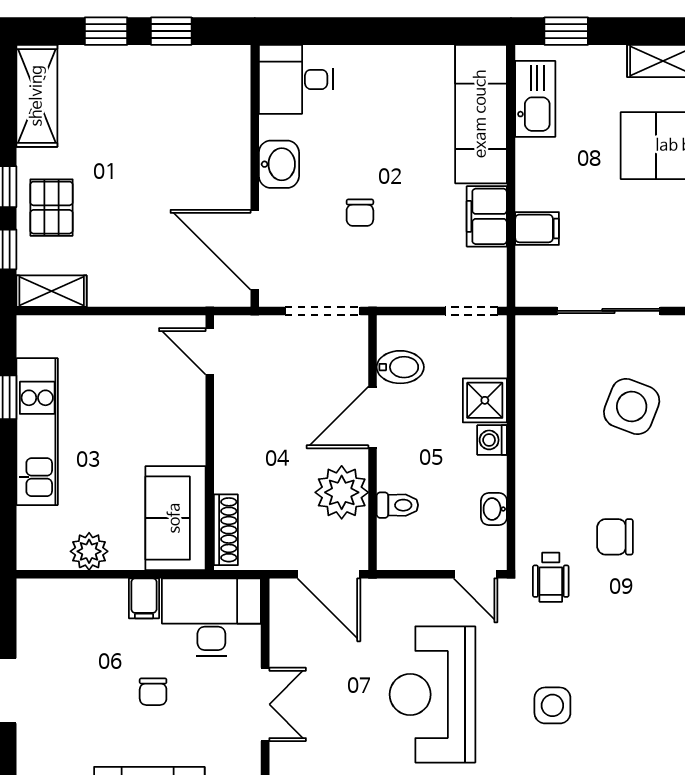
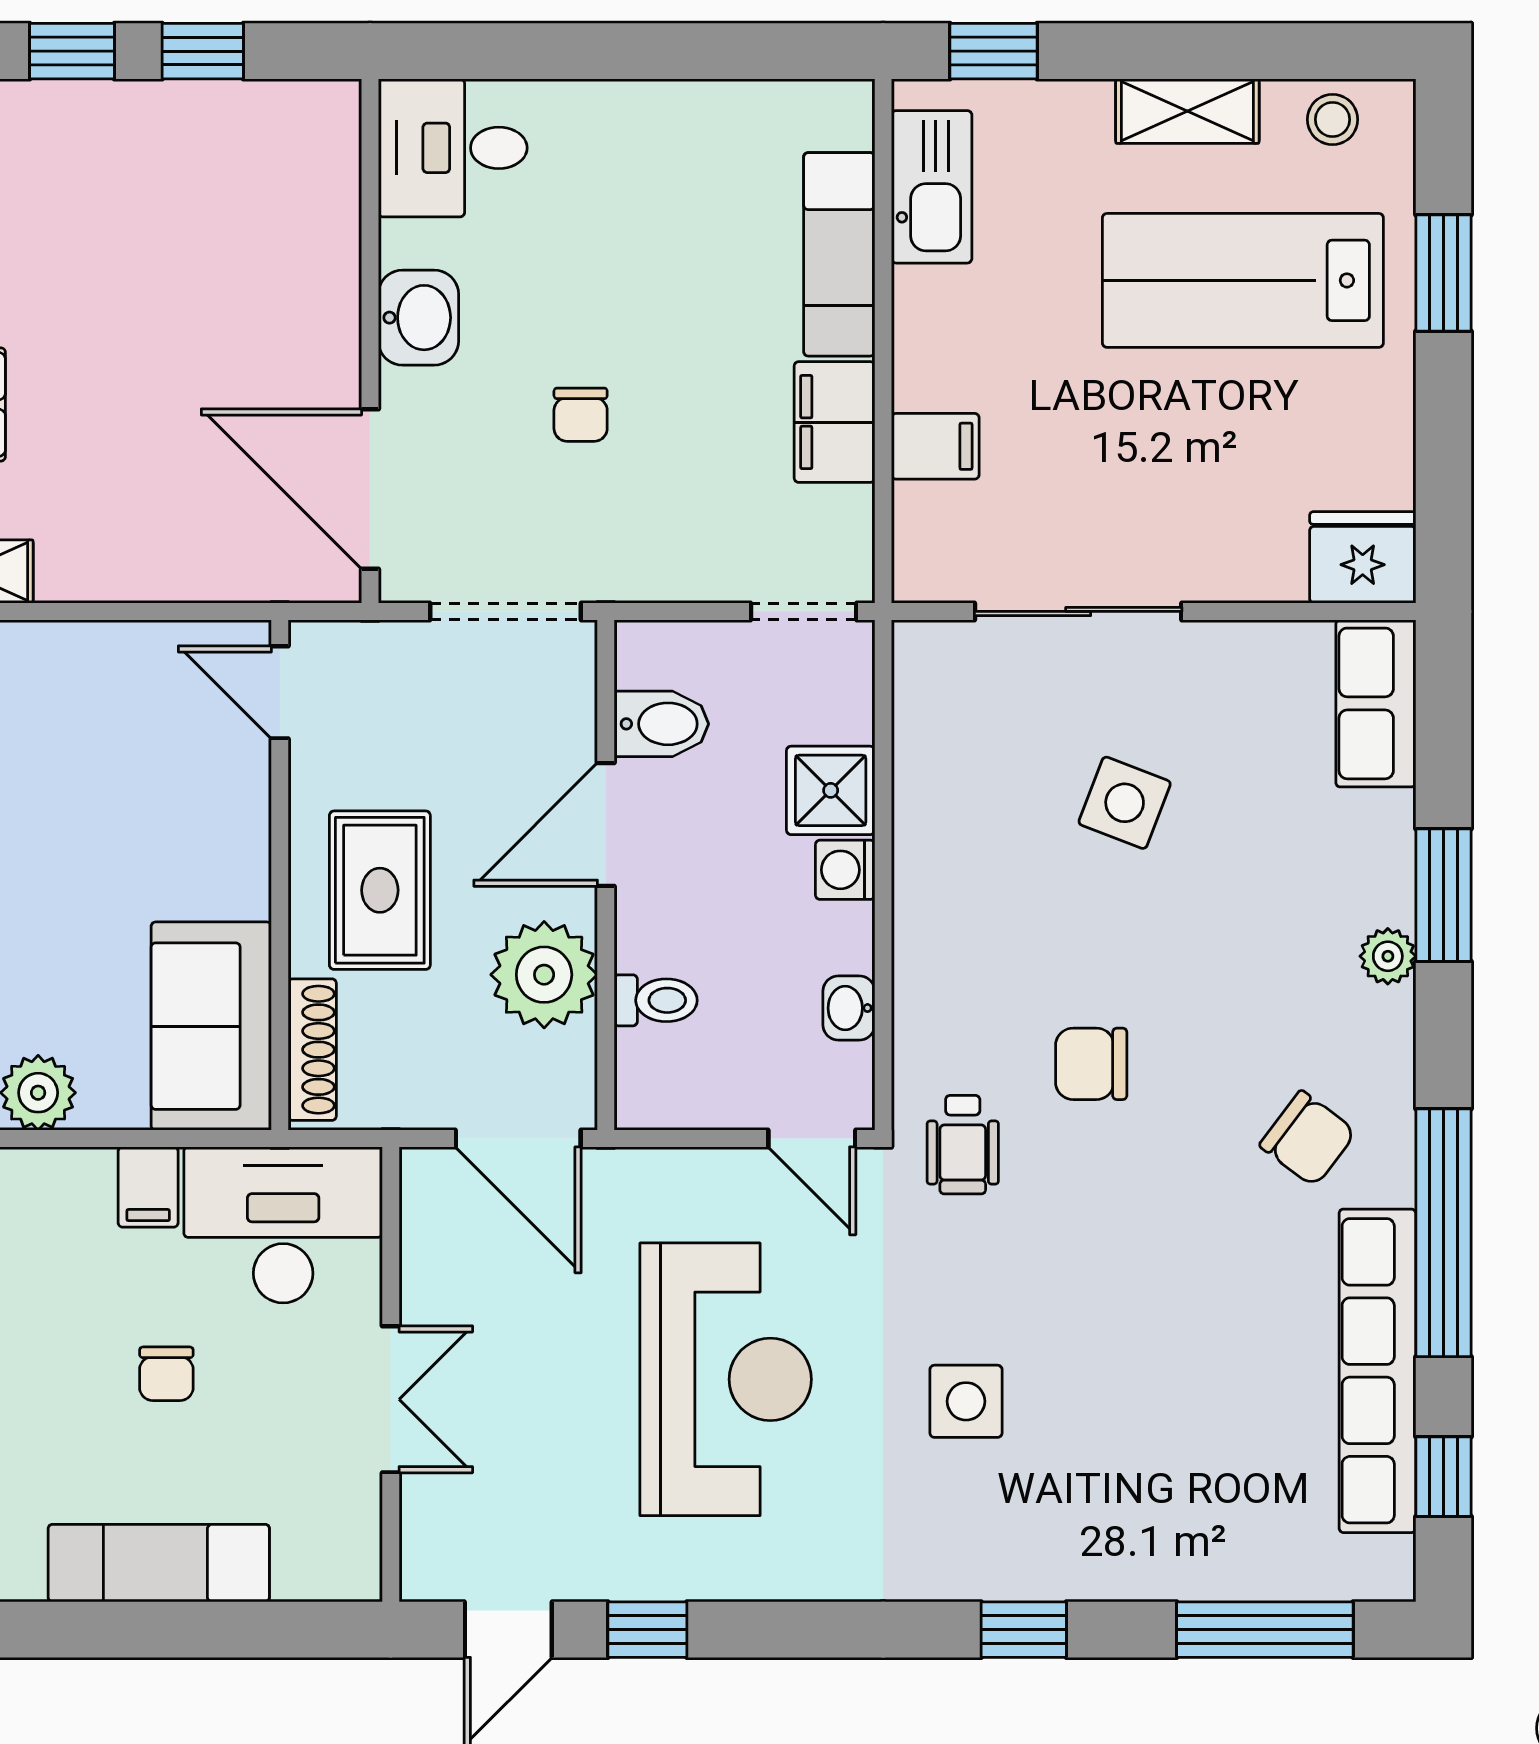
exam couch: (481, 114) -> (839, 254), width x0.73, depth x0.69
side table: (632, 407) -> (1125, 803), width x0.73, depth x0.73
rug: (260, 450) -> (380, 890), added
reception desk: (432, 694) -> (726, 1379), turned 180

